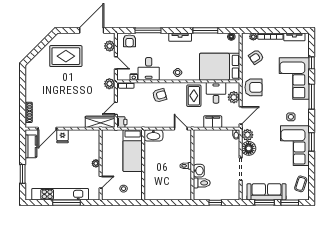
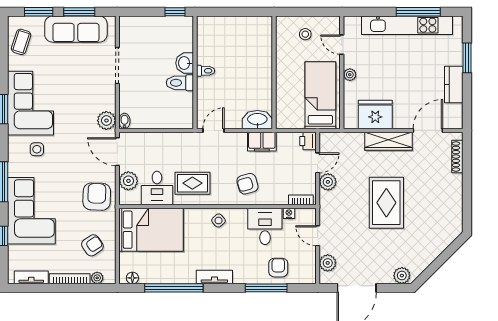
window: (205, 30) -> (174, 288), width x1.46
plant: (63, 38) -> (402, 276), added
armchair: (129, 41) -> (278, 268), moved
rug: (66, 56) -> (386, 203), moved, turned 90
plant: (109, 84) -> (328, 182), moved
armchair: (254, 87) -> (97, 197), turned 92
rug: (194, 96) -> (192, 183), turned 90
door: (241, 115) -> (117, 152), hinge flipped
wardrobe: (100, 122) -> (389, 141), moved
filing cabinet: (213, 122) -> (262, 142), moved
door: (181, 129) -> (213, 130), swing flipped
fridge: (63, 136) -> (375, 115), moved, width x1.88, depth x1.34
kitchen counter: (31, 146) -> (454, 85), moved
floor lamp: (249, 148) -> (105, 99), removed
bed: (133, 151) -> (320, 95), moved
door: (101, 182) -> (342, 45), hinge flipped
toilet: (202, 183) -> (180, 83), moved
window: (66, 203) -> (418, 12), moved
window: (215, 203) -> (175, 12), moved

